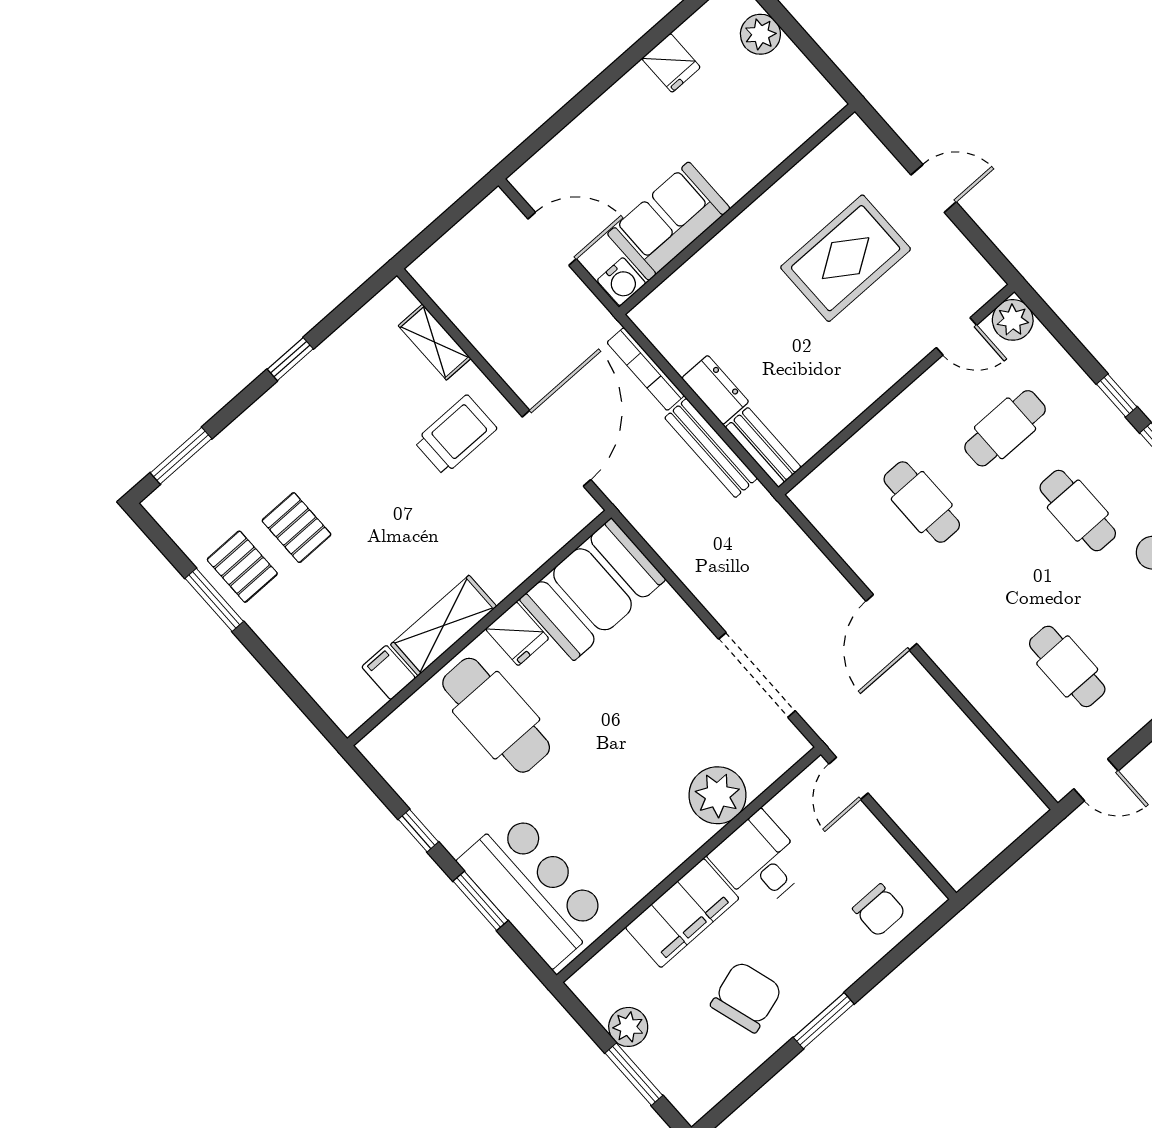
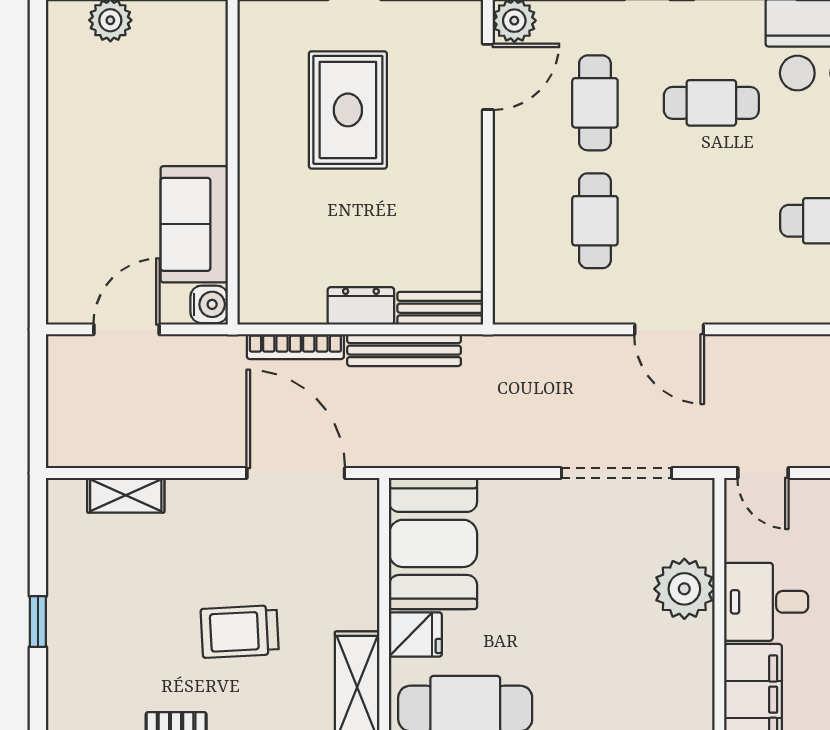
fridge: (671, 63) -> (70, 111), removed
door: (957, 336) -> (488, 77), width x1.38
trolley: (456, 435) -> (240, 632), moved, turned -93
cafe table: (922, 502) -> (595, 221), turned 90

